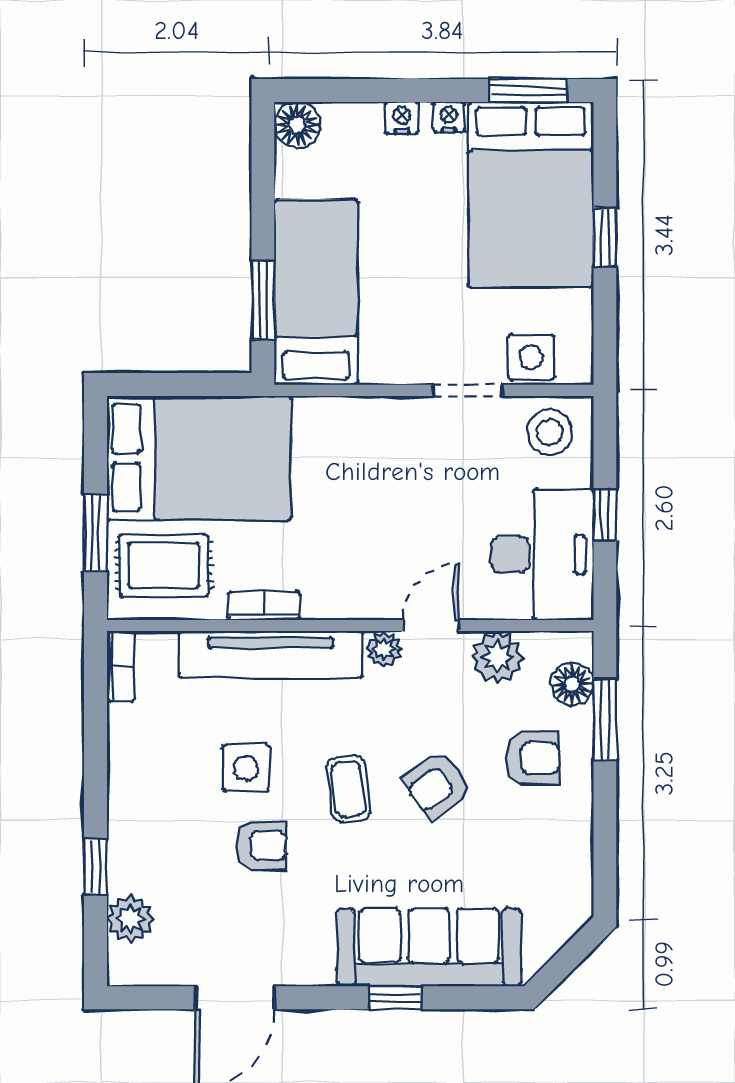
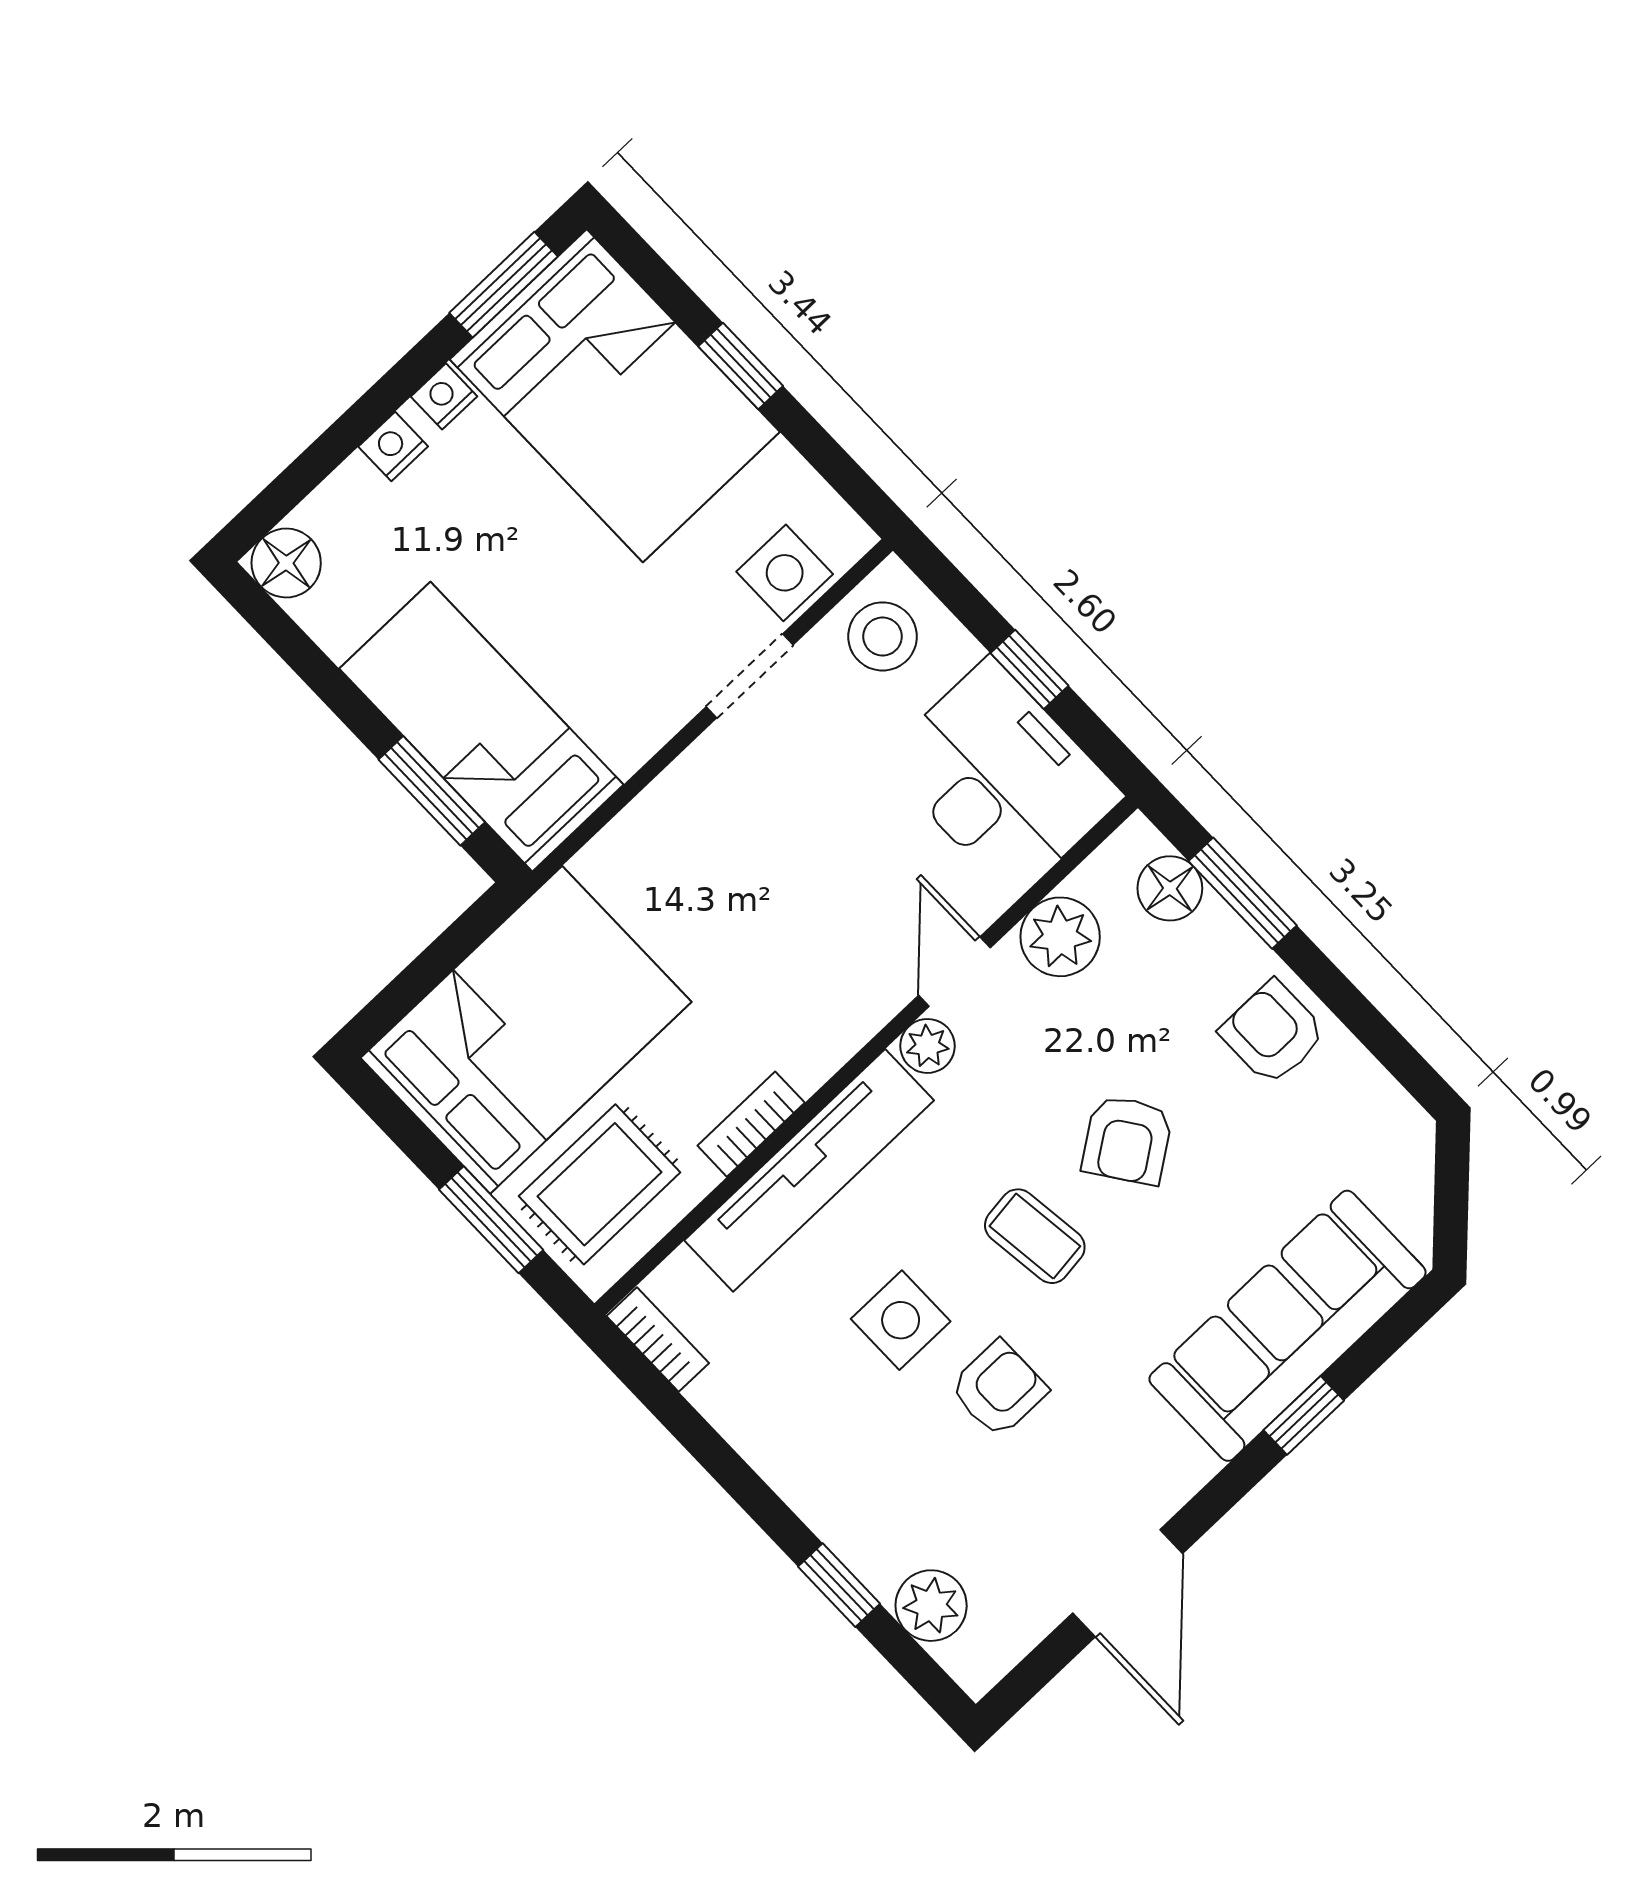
armchair: (533, 758) -> (1273, 1033), moved, turned -90

